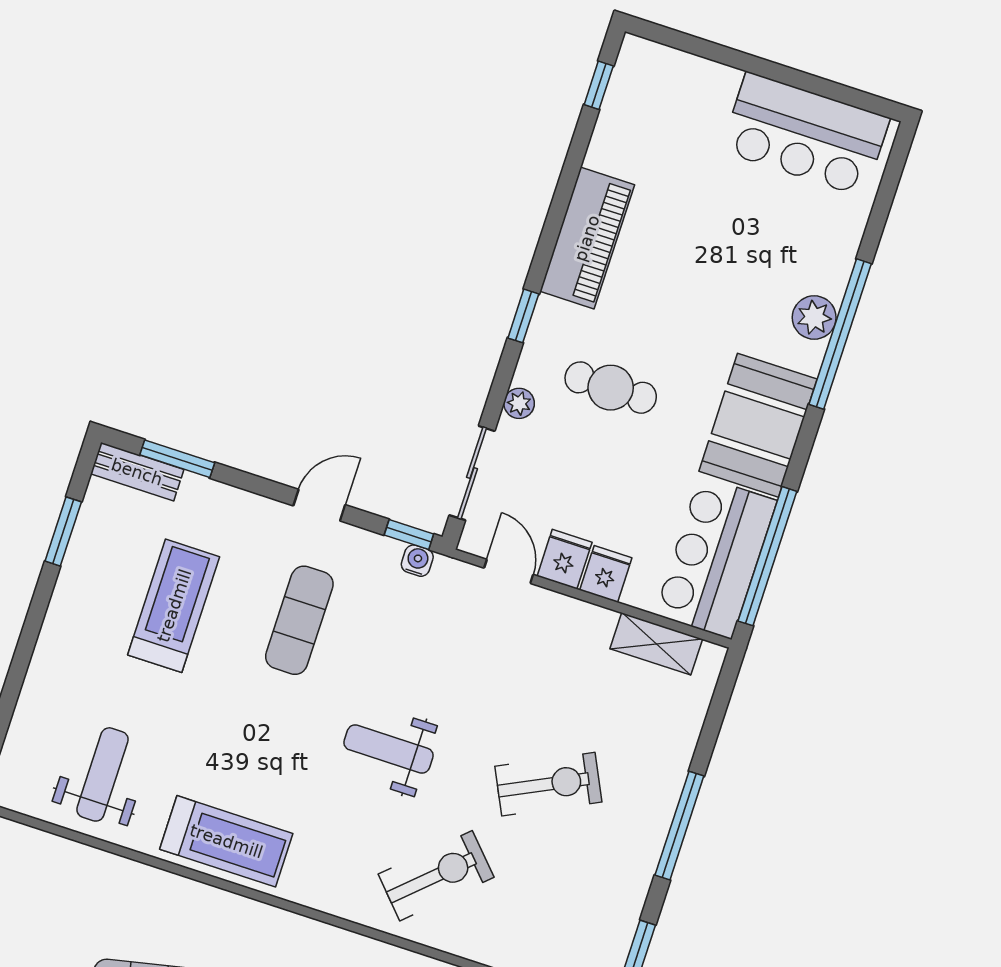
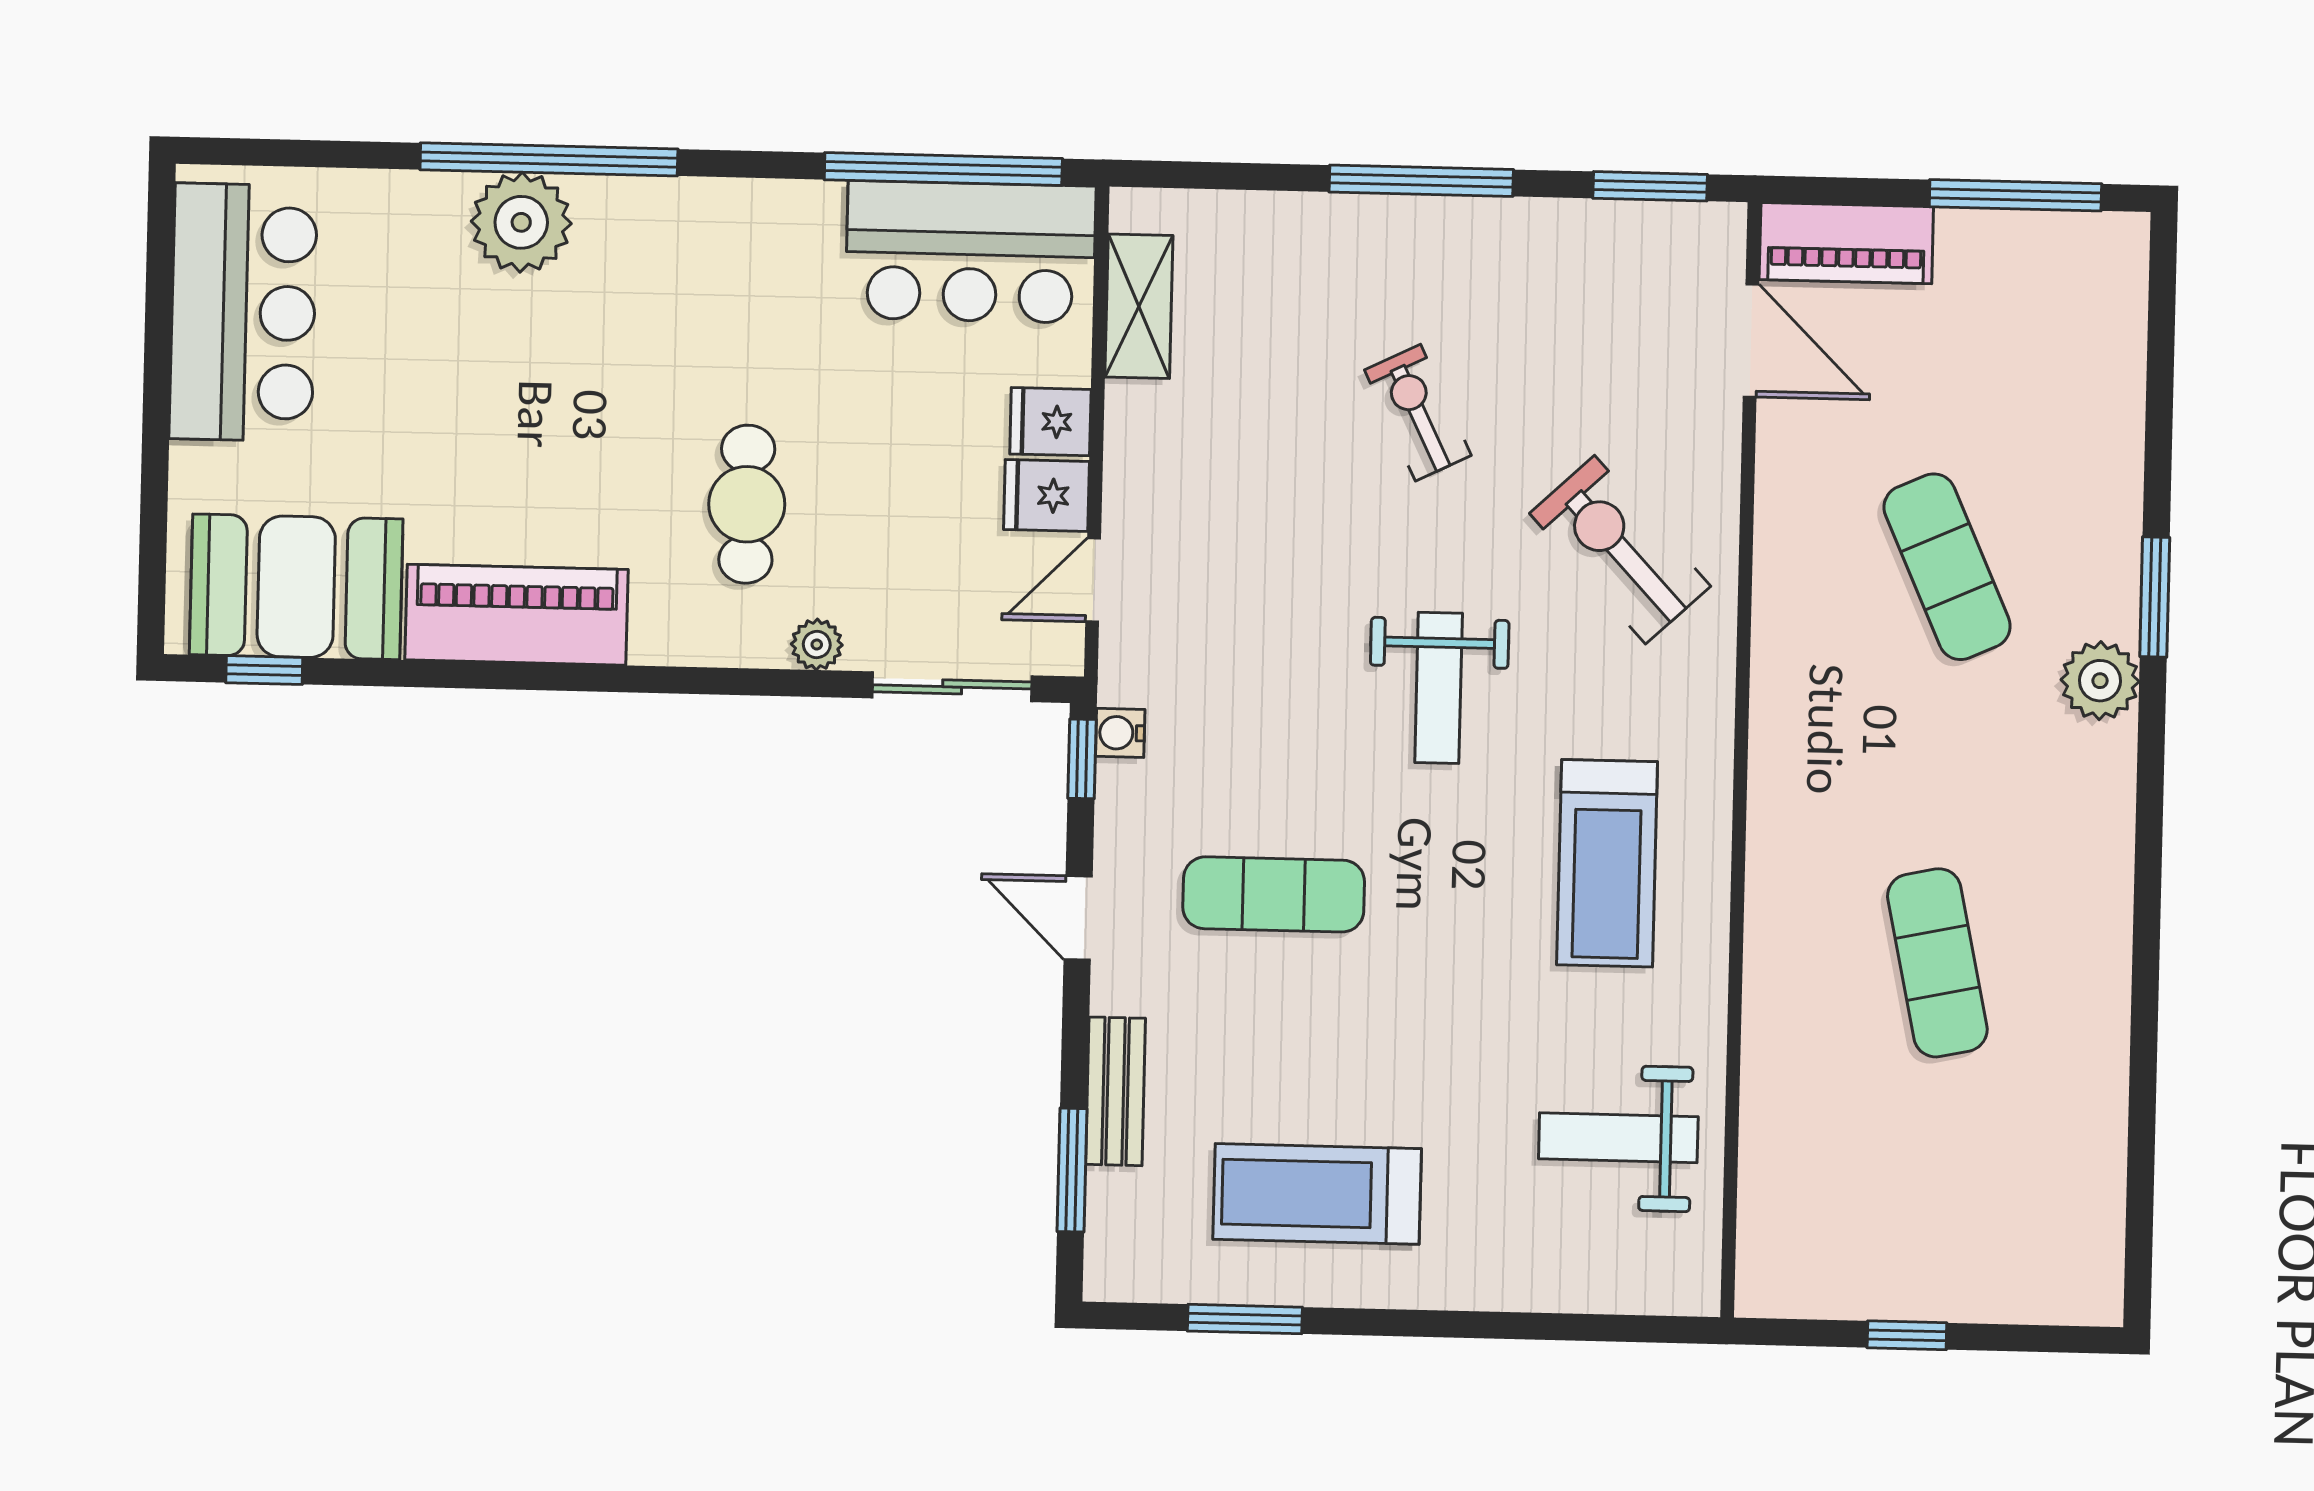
window: (523, 316) -> (673, 680), removed
plant: (814, 317) -> (521, 222), width x1.36, depth x1.36
booth: (758, 425) -> (296, 587), moved
bench: (137, 472) -> (1116, 1091), moved
treadmill: (174, 606) -> (1317, 1194), moved
exercise bike: (548, 784) -> (1418, 413), width x0.73, depth x0.72
treadmill: (226, 841) -> (1607, 863), moved, turned 180

